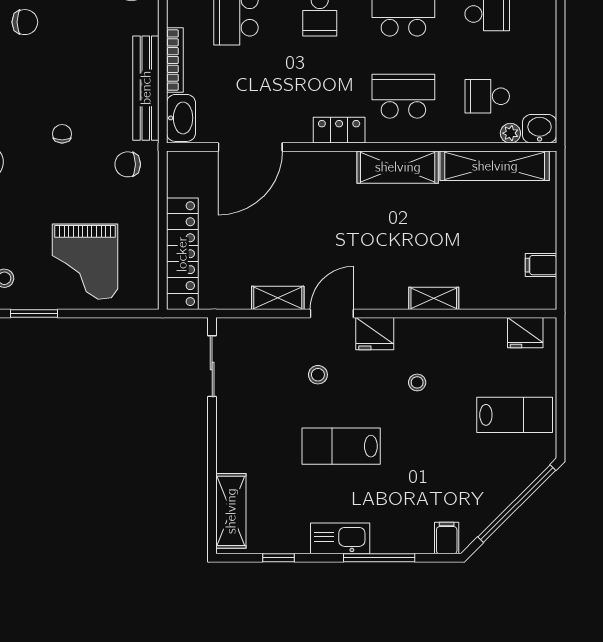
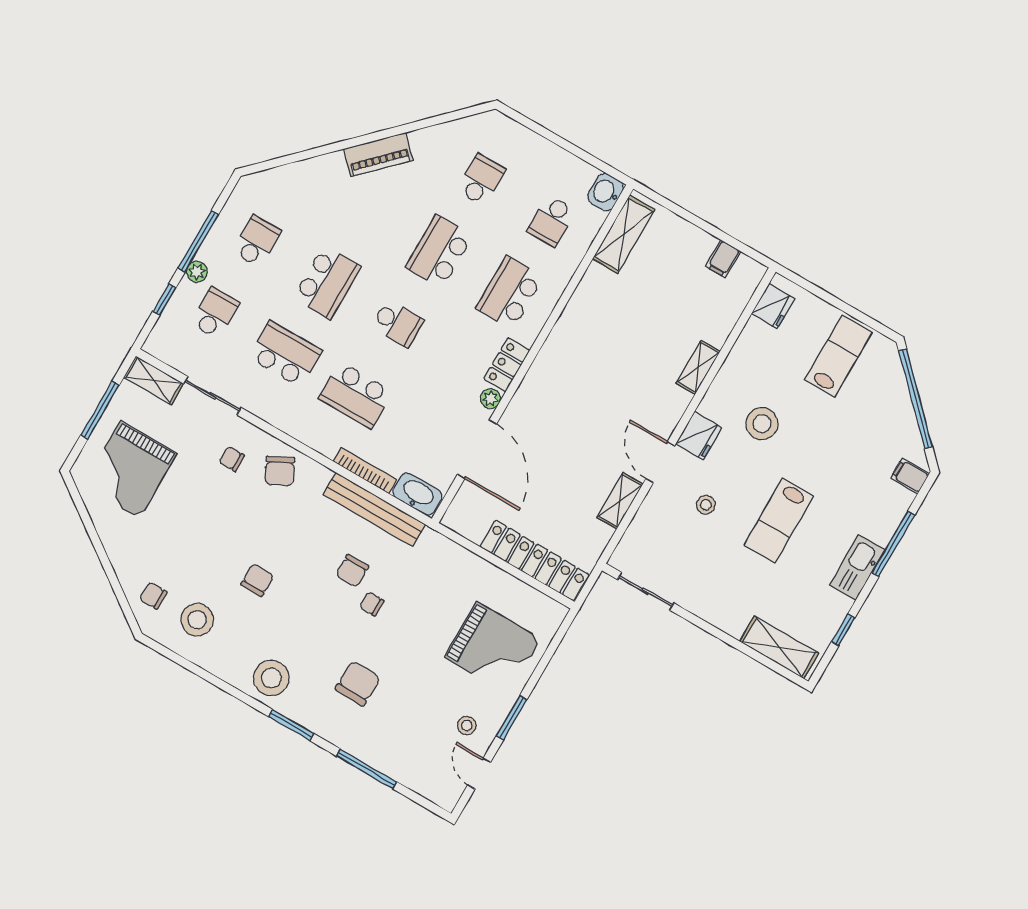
plant: (510, 133) -> (490, 399), moved
chair: (128, 164) -> (352, 571), moved
shelving: (495, 166) -> (624, 234), width x0.68
shelving: (398, 167) -> (568, 333), removed
stool: (417, 382) -> (762, 424), width x1.89, depth x1.89

